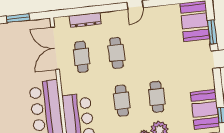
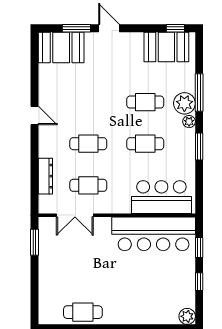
window: (18, 18) -> (34, 242), moved
double door: (55, 48) -> (75, 215), width x0.73

